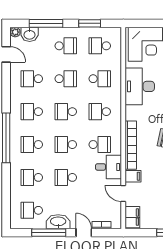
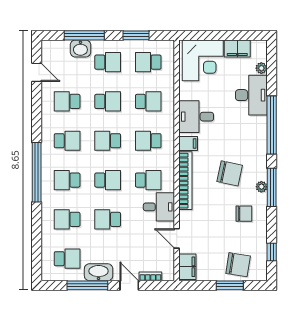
plant: (15, 32) -> (47, 46), removed
washbasin: (30, 34) -> (80, 49), moved
desk: (140, 86) -> (196, 117), width x0.73
school desk: (32, 112) -> (67, 141), turned 180
school desk: (66, 145) -> (108, 180), turned 180
filing cabinet: (133, 176) -> (188, 144), moved
school desk: (32, 210) -> (67, 259), turned 180

